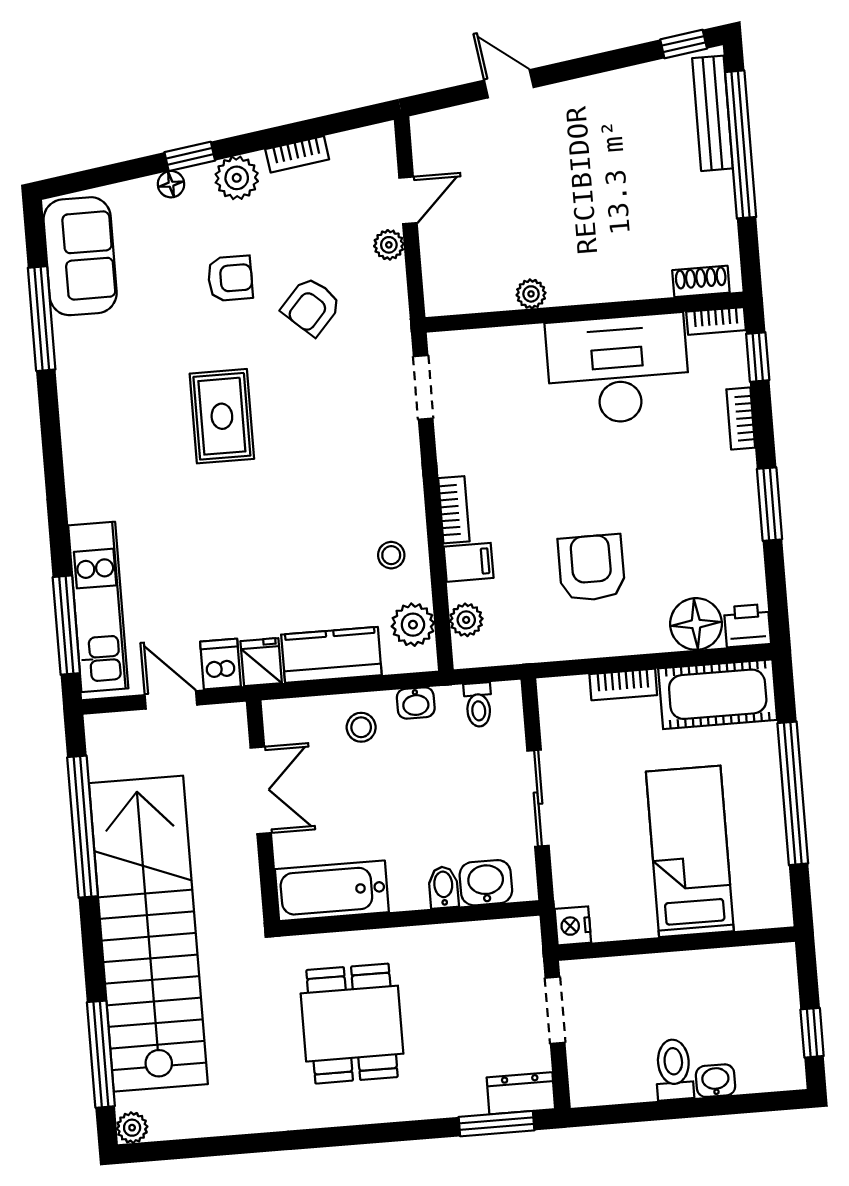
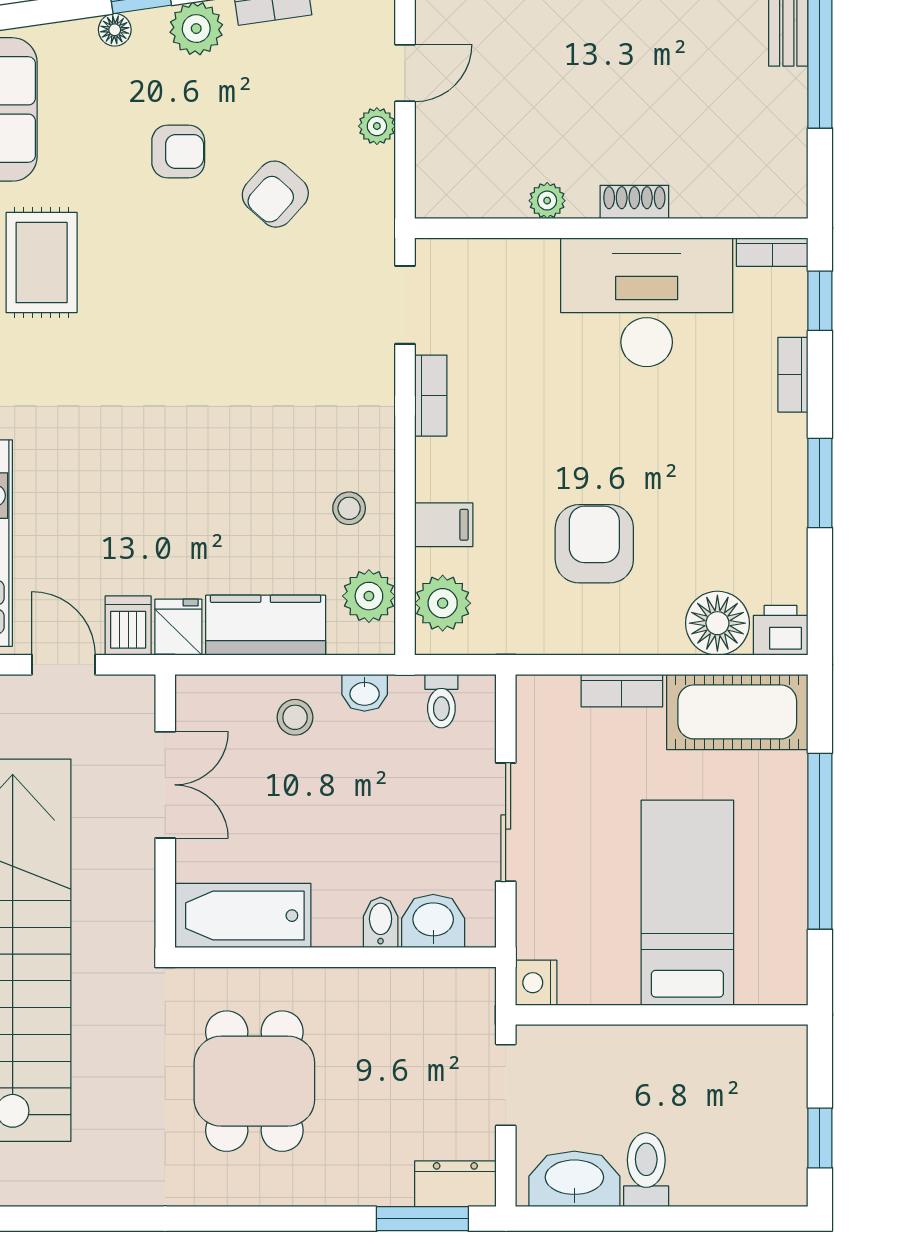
shoe rack: (701, 281) -> (634, 202), moved
rug: (222, 416) -> (42, 263), moved
bookcase: (454, 510) -> (431, 396), moved
plant: (466, 620) -> (443, 603), width x1.38, depth x1.38
washbasin: (716, 1081) -> (574, 1179), moved, width x1.91, depth x1.45

